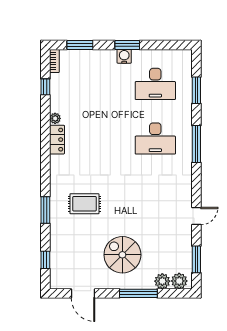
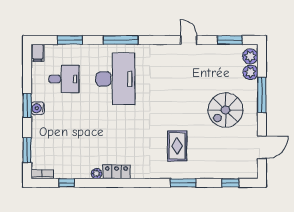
filing cabinet: (183, 56) -> (38, 53), added
desk: (155, 84) -> (64, 79), width x0.73
desk: (155, 139) -> (115, 79), width x1.36, depth x1.30

